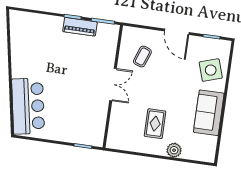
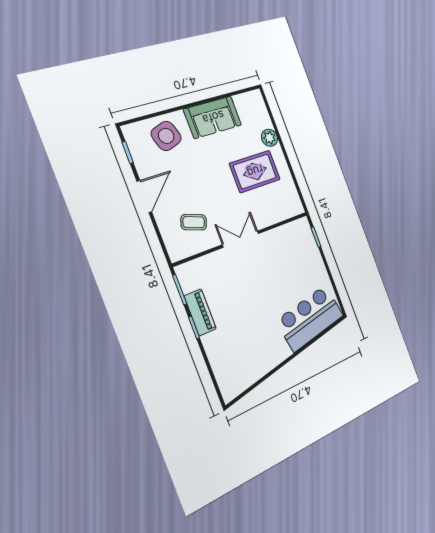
rug: (155, 124) -> (255, 171), width x1.36, depth x1.43

